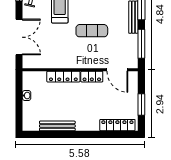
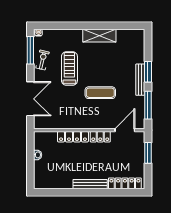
door: (117, 70) -> (125, 130), swing flipped
window: (141, 104) -> (148, 153), moved
bench: (57, 126) -> (90, 184), moved

